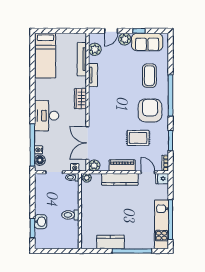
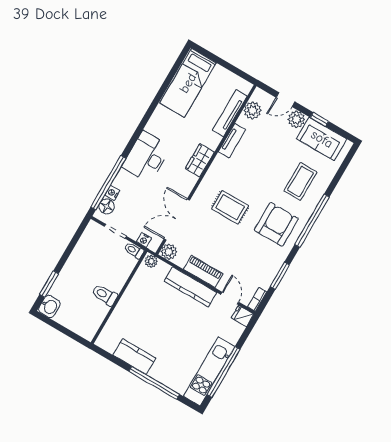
rug: (138, 138) -> (230, 207), moved
washbasin: (41, 222) -> (49, 306), moved

